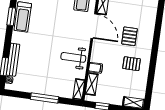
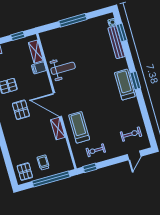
shelving: (79, 89) -> (45, 42), removed

